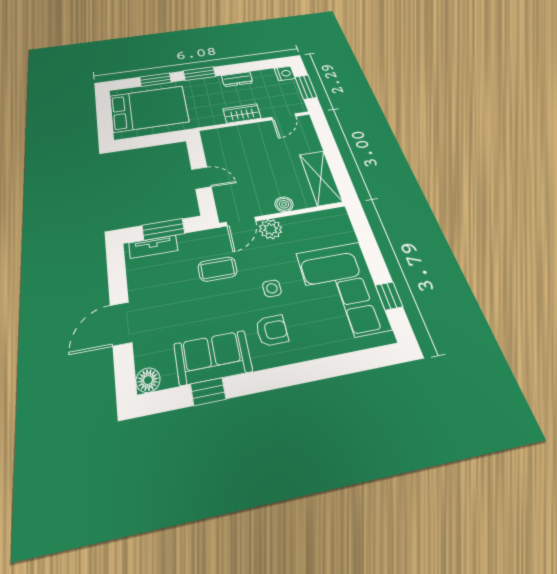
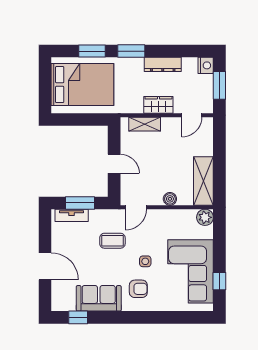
dresser: (237, 79) -> (163, 64), width x1.44
shelving: (230, 133) -> (145, 124), added
plant: (271, 229) -> (205, 217), moved
door: (121, 324) -> (45, 266), swing flipped
floor lamp: (148, 380) -> (58, 304), removed
window: (208, 392) -> (78, 317), moved

